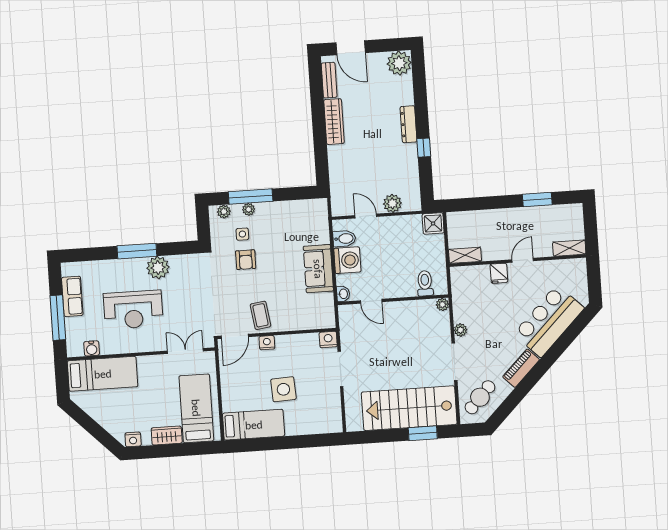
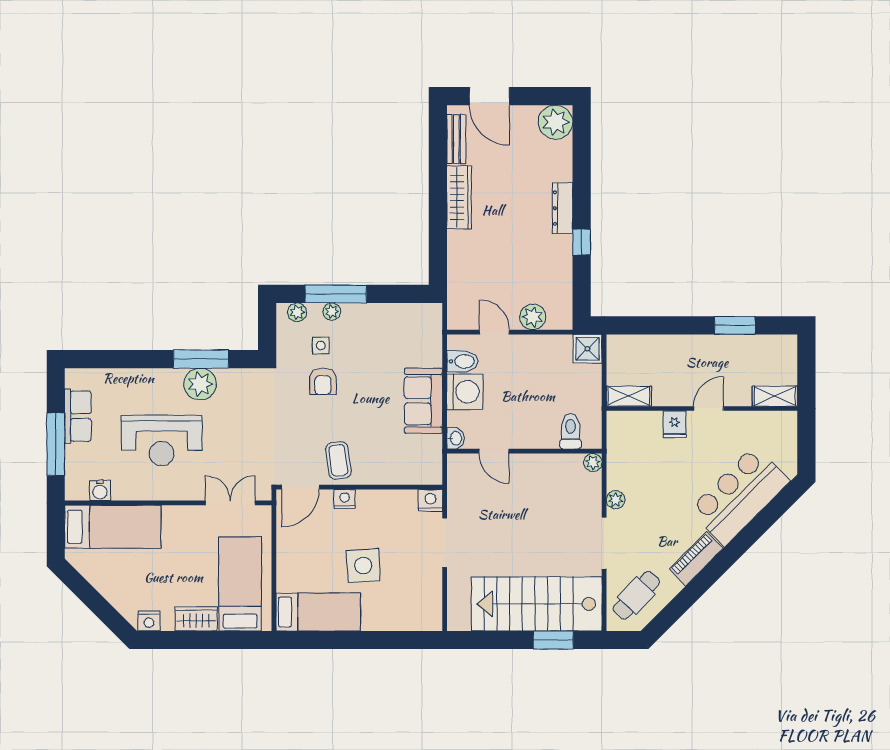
window: (137, 251) -> (201, 359), moved

